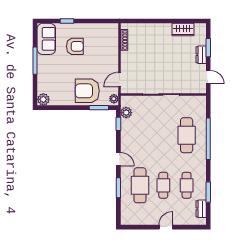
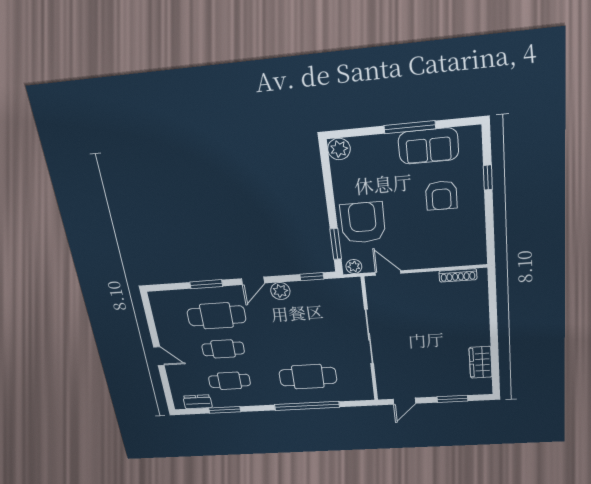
sofa: (46, 39) -> (428, 146), moved
dresser: (201, 55) -> (440, 390), removed
plant: (126, 113) -> (280, 291), moved

